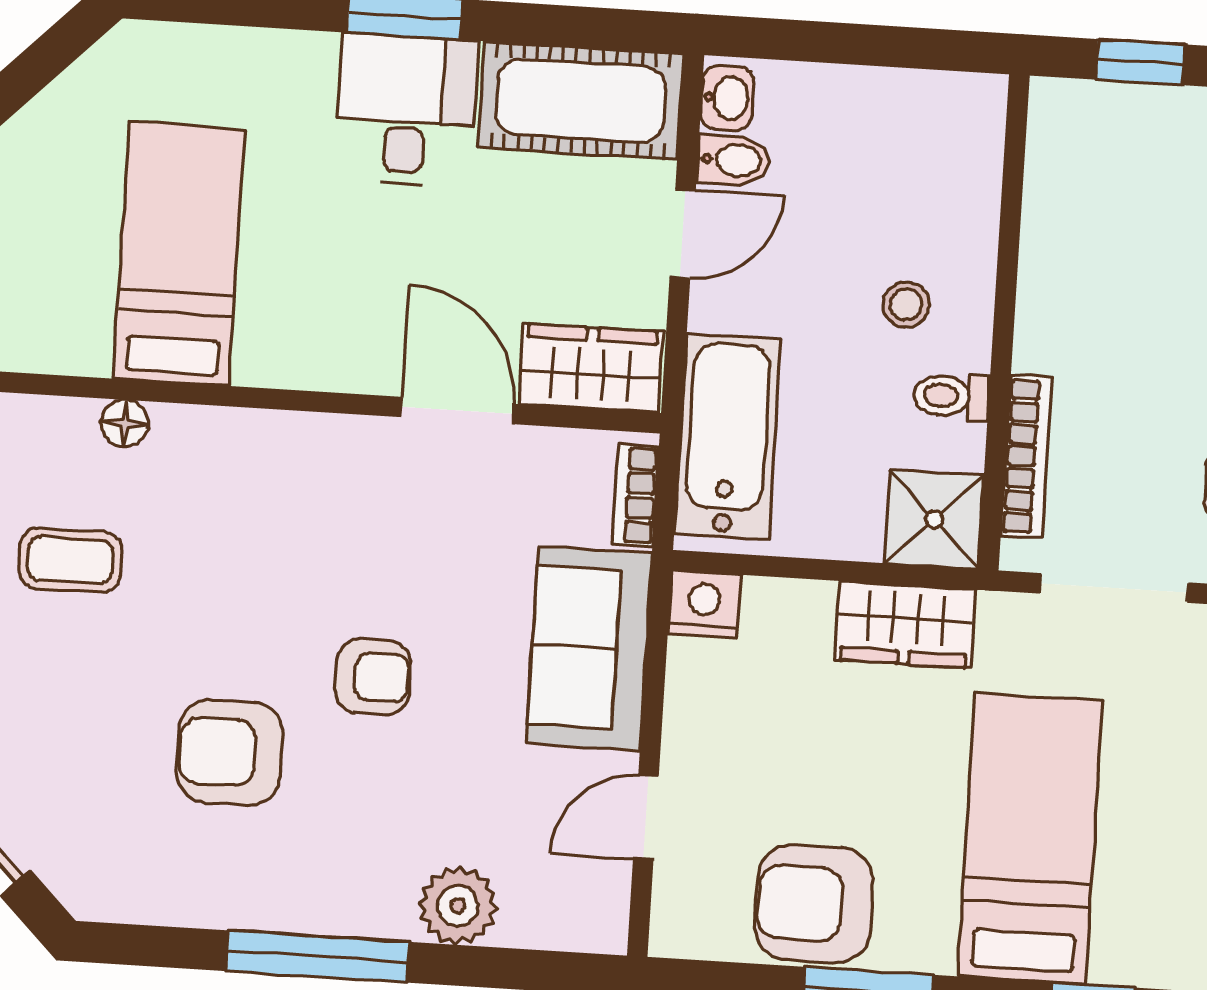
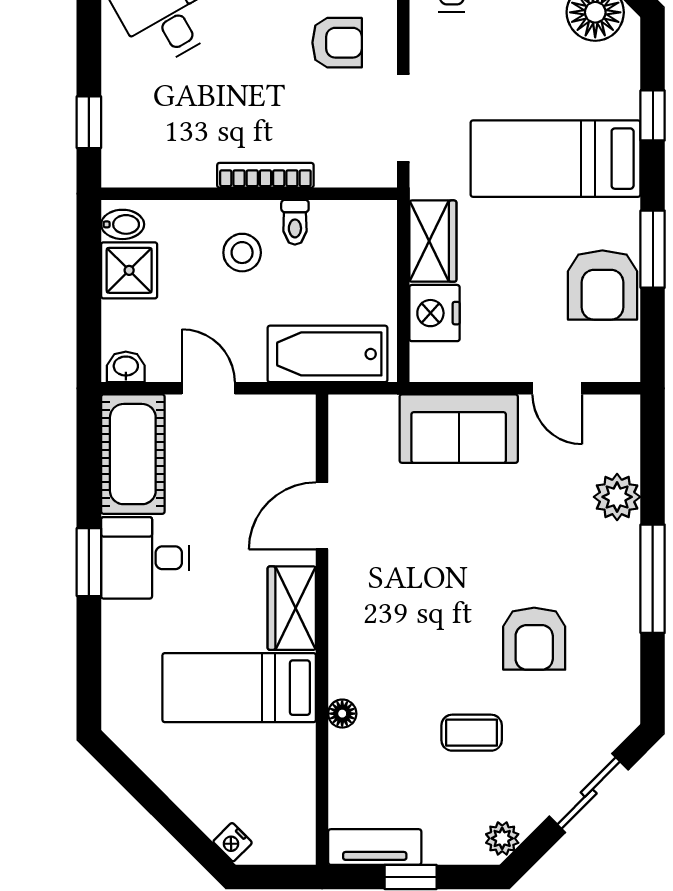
bidet: (734, 160) -> (123, 224), moved, turned 90
stool: (906, 304) -> (242, 253), width x1.37, depth x1.37
wardrobe: (591, 368) -> (292, 608), moved
bookcase: (1026, 456) -> (265, 175), moved
bookcase: (636, 495) -> (366, 407), removed
shower: (934, 519) -> (129, 270), moved
coffee table: (70, 560) -> (472, 733), moved, turned 90
nightstand: (704, 604) -> (434, 313), moved, width x1.36, depth x1.33
armchair: (373, 677) -> (484, 556), removed

